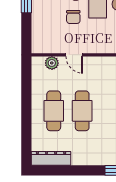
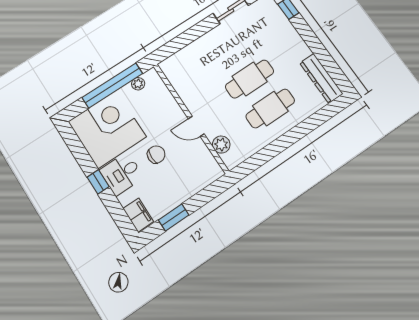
door: (74, 55) -> (196, 126), swing flipped

